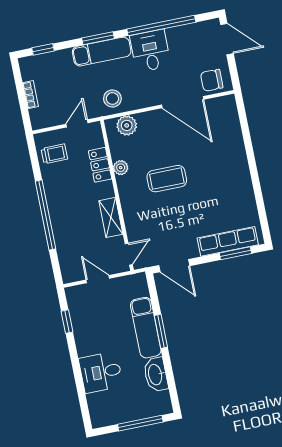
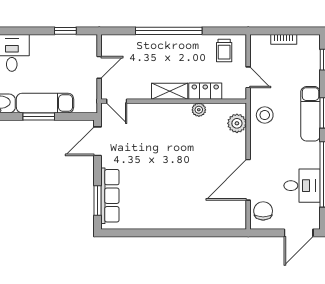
desk: (150, 51) -> (302, 186), moved
coffee table: (167, 179) -> (180, 151), removed
shelving: (111, 217) -> (170, 91), moved

